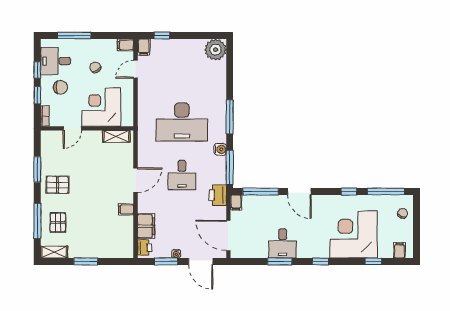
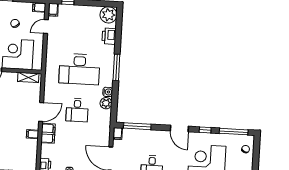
plant: (219, 164) -> (106, 103), added
window: (230, 167) -> (114, 106), removed
door: (299, 191) -> (179, 129), moved
printer: (218, 195) -> (109, 36), moved
filing cabinet: (146, 226) -> (48, 133), moved

